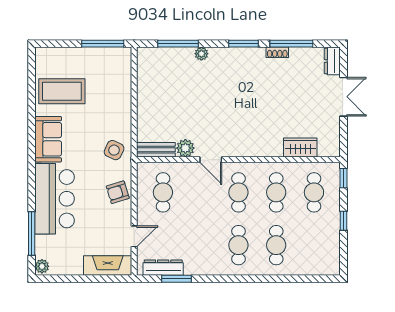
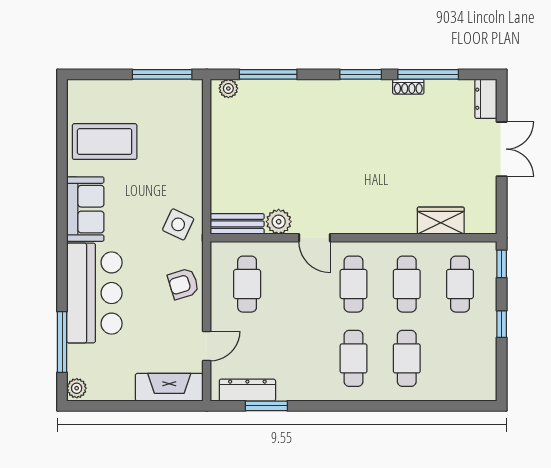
plant: (201, 54) -> (228, 88), moved

